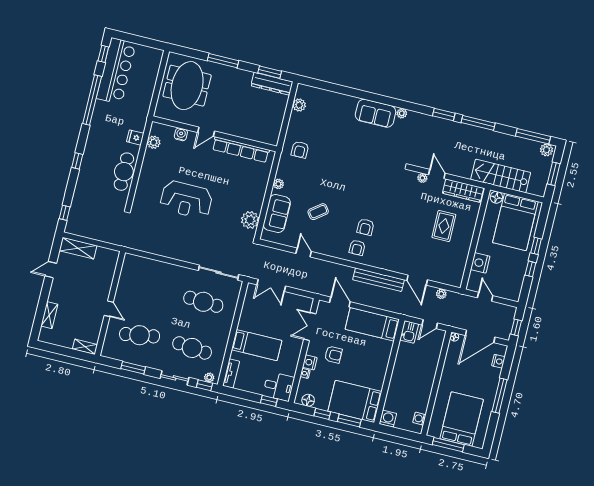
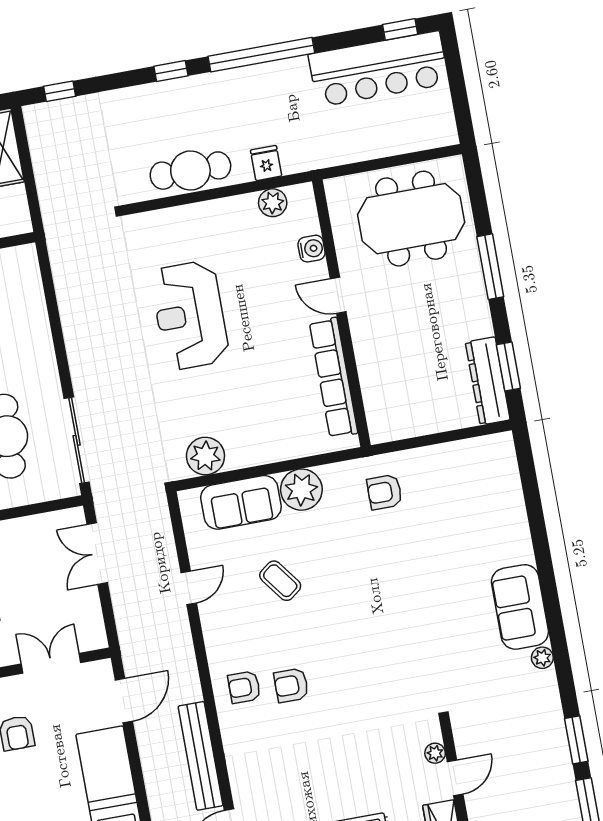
window: (92, 100) -> (261, 55), moved
plant: (299, 105) -> (470, 452), removed
plant: (278, 184) -> (301, 490), width x1.88, depth x1.88

